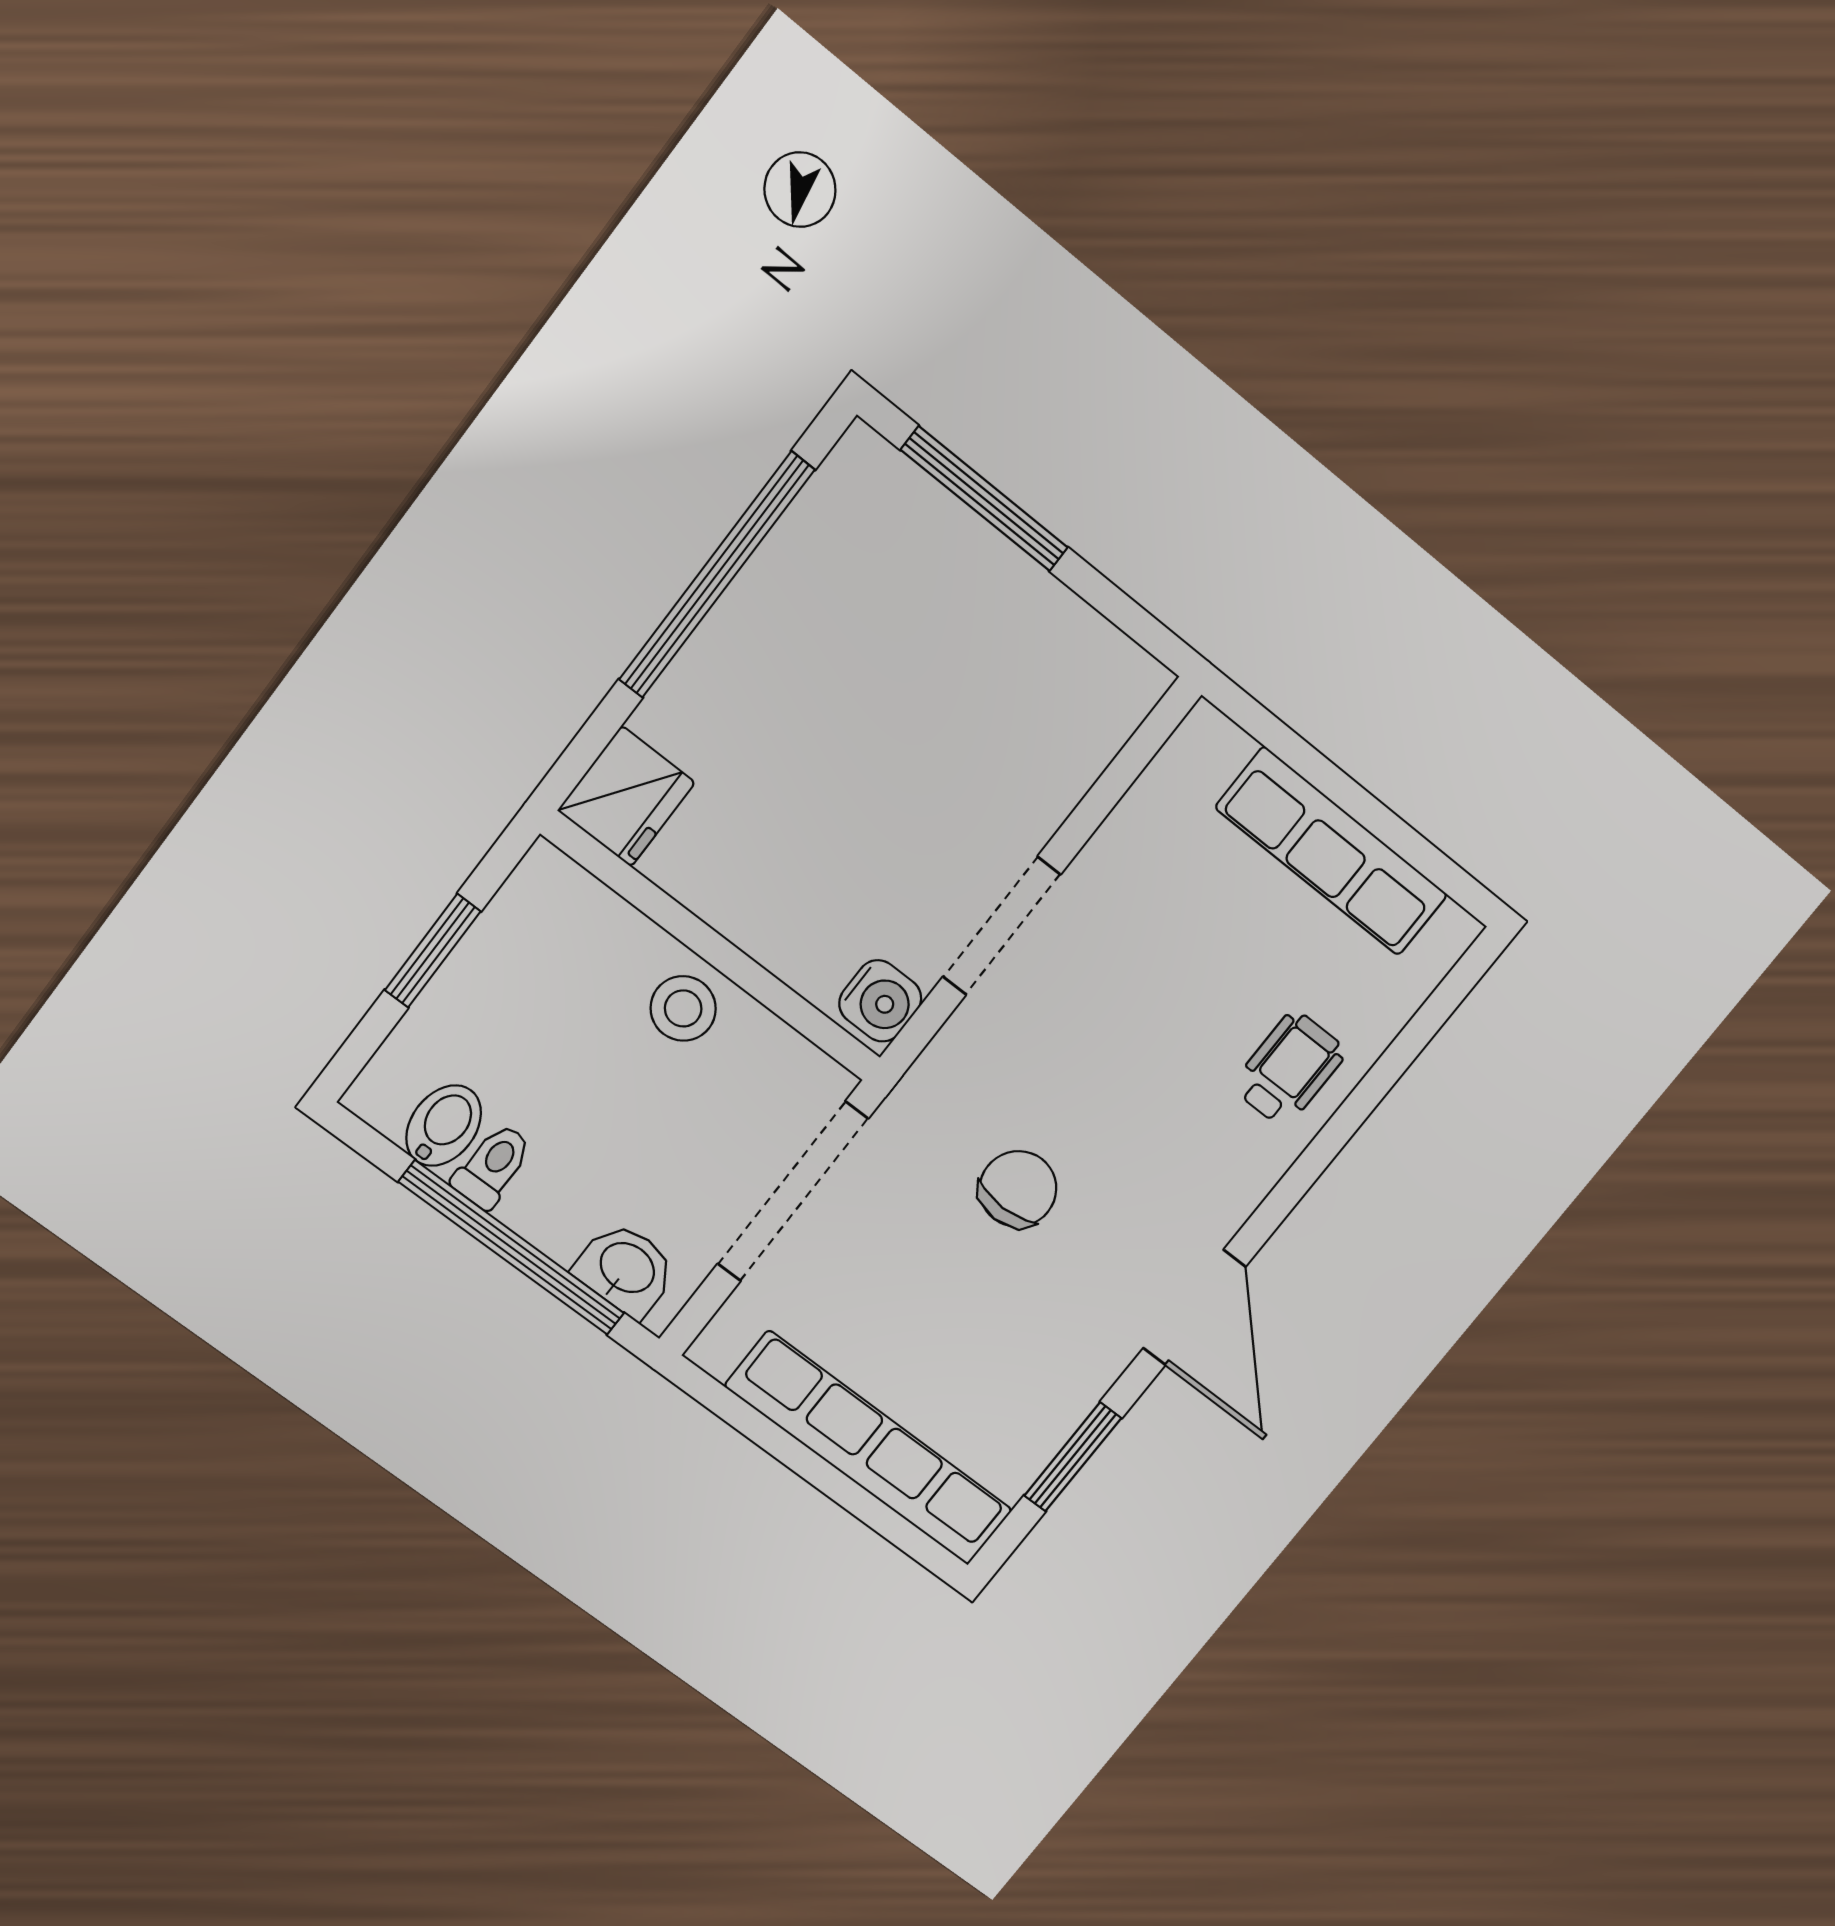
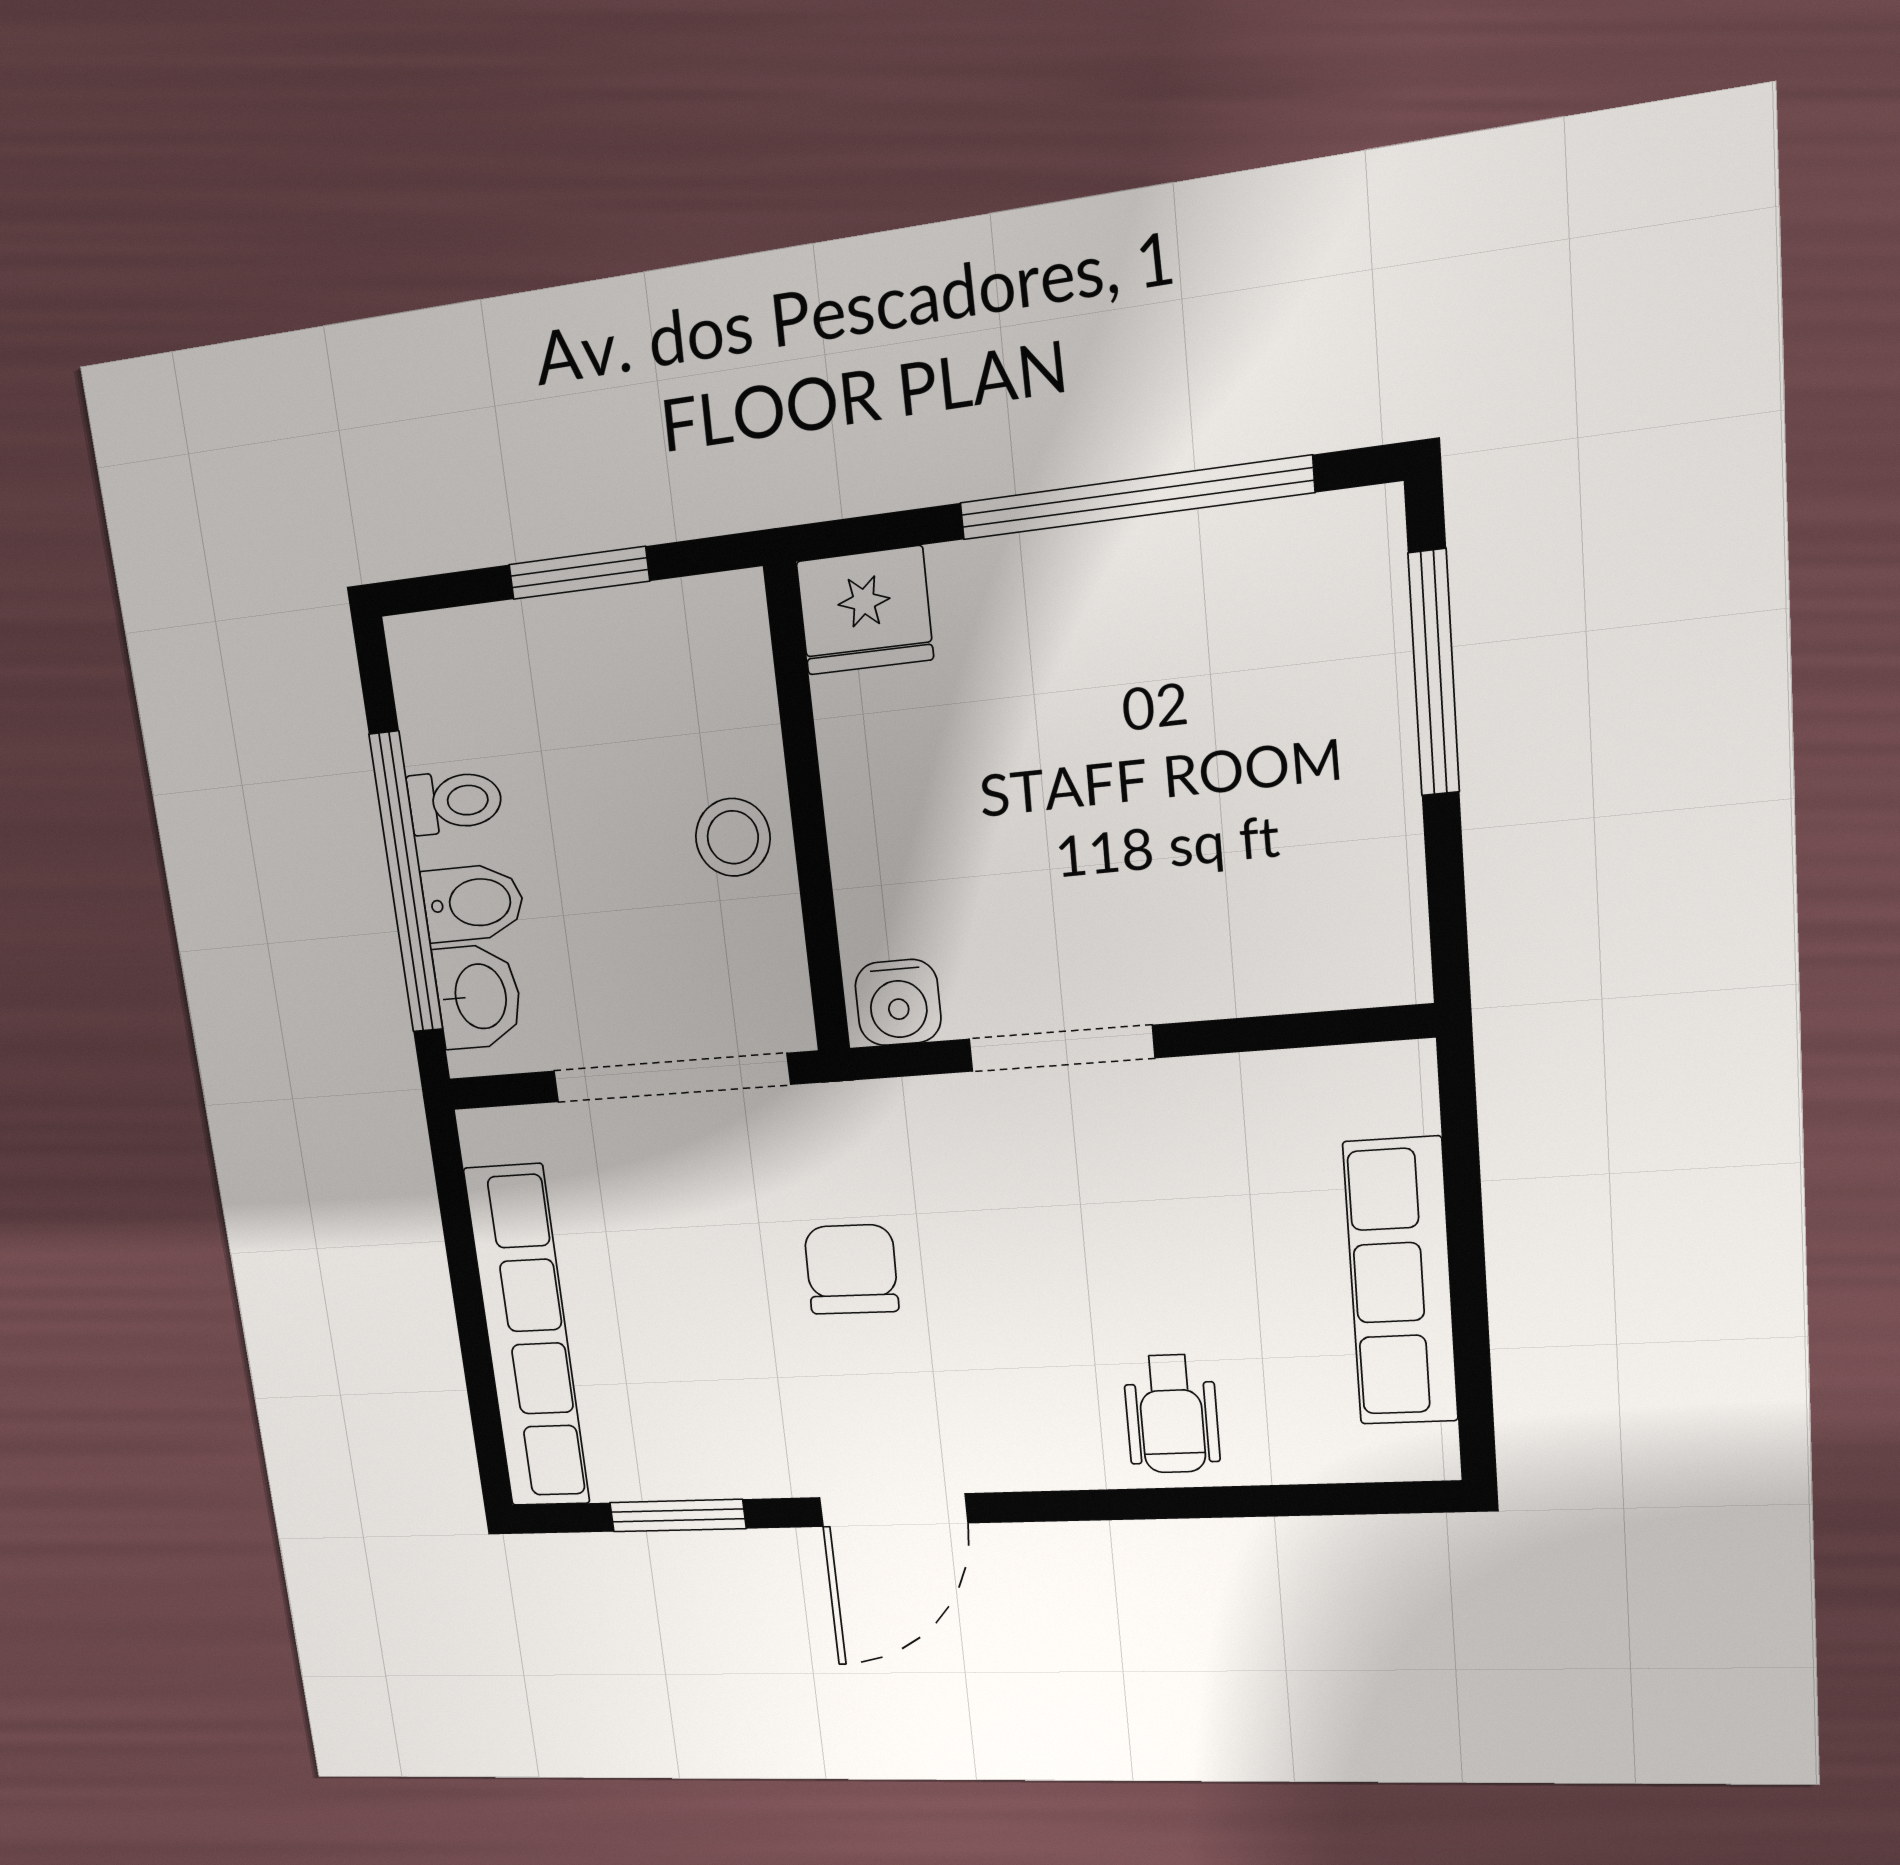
wheelchair: (1289, 1069) -> (1172, 1414), turned 90
bidet: (444, 1126) -> (473, 903), moved
chair: (1018, 1189) -> (851, 1269), turned -89

